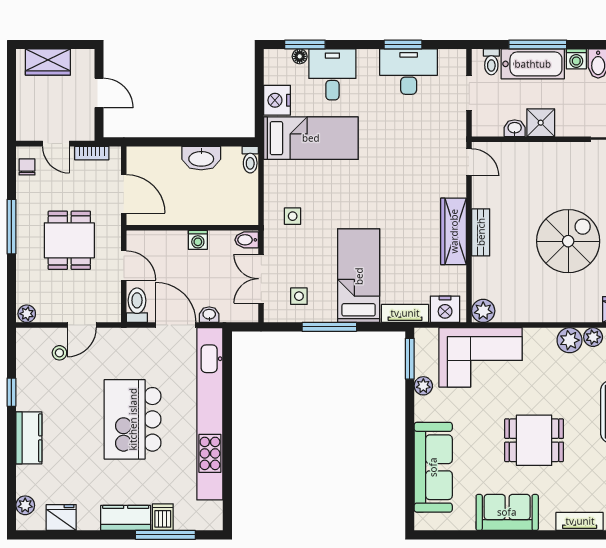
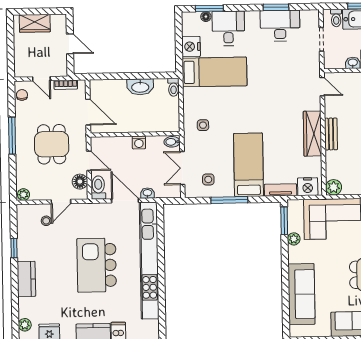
floor lamp: (110, 296) -> (80, 182), added

